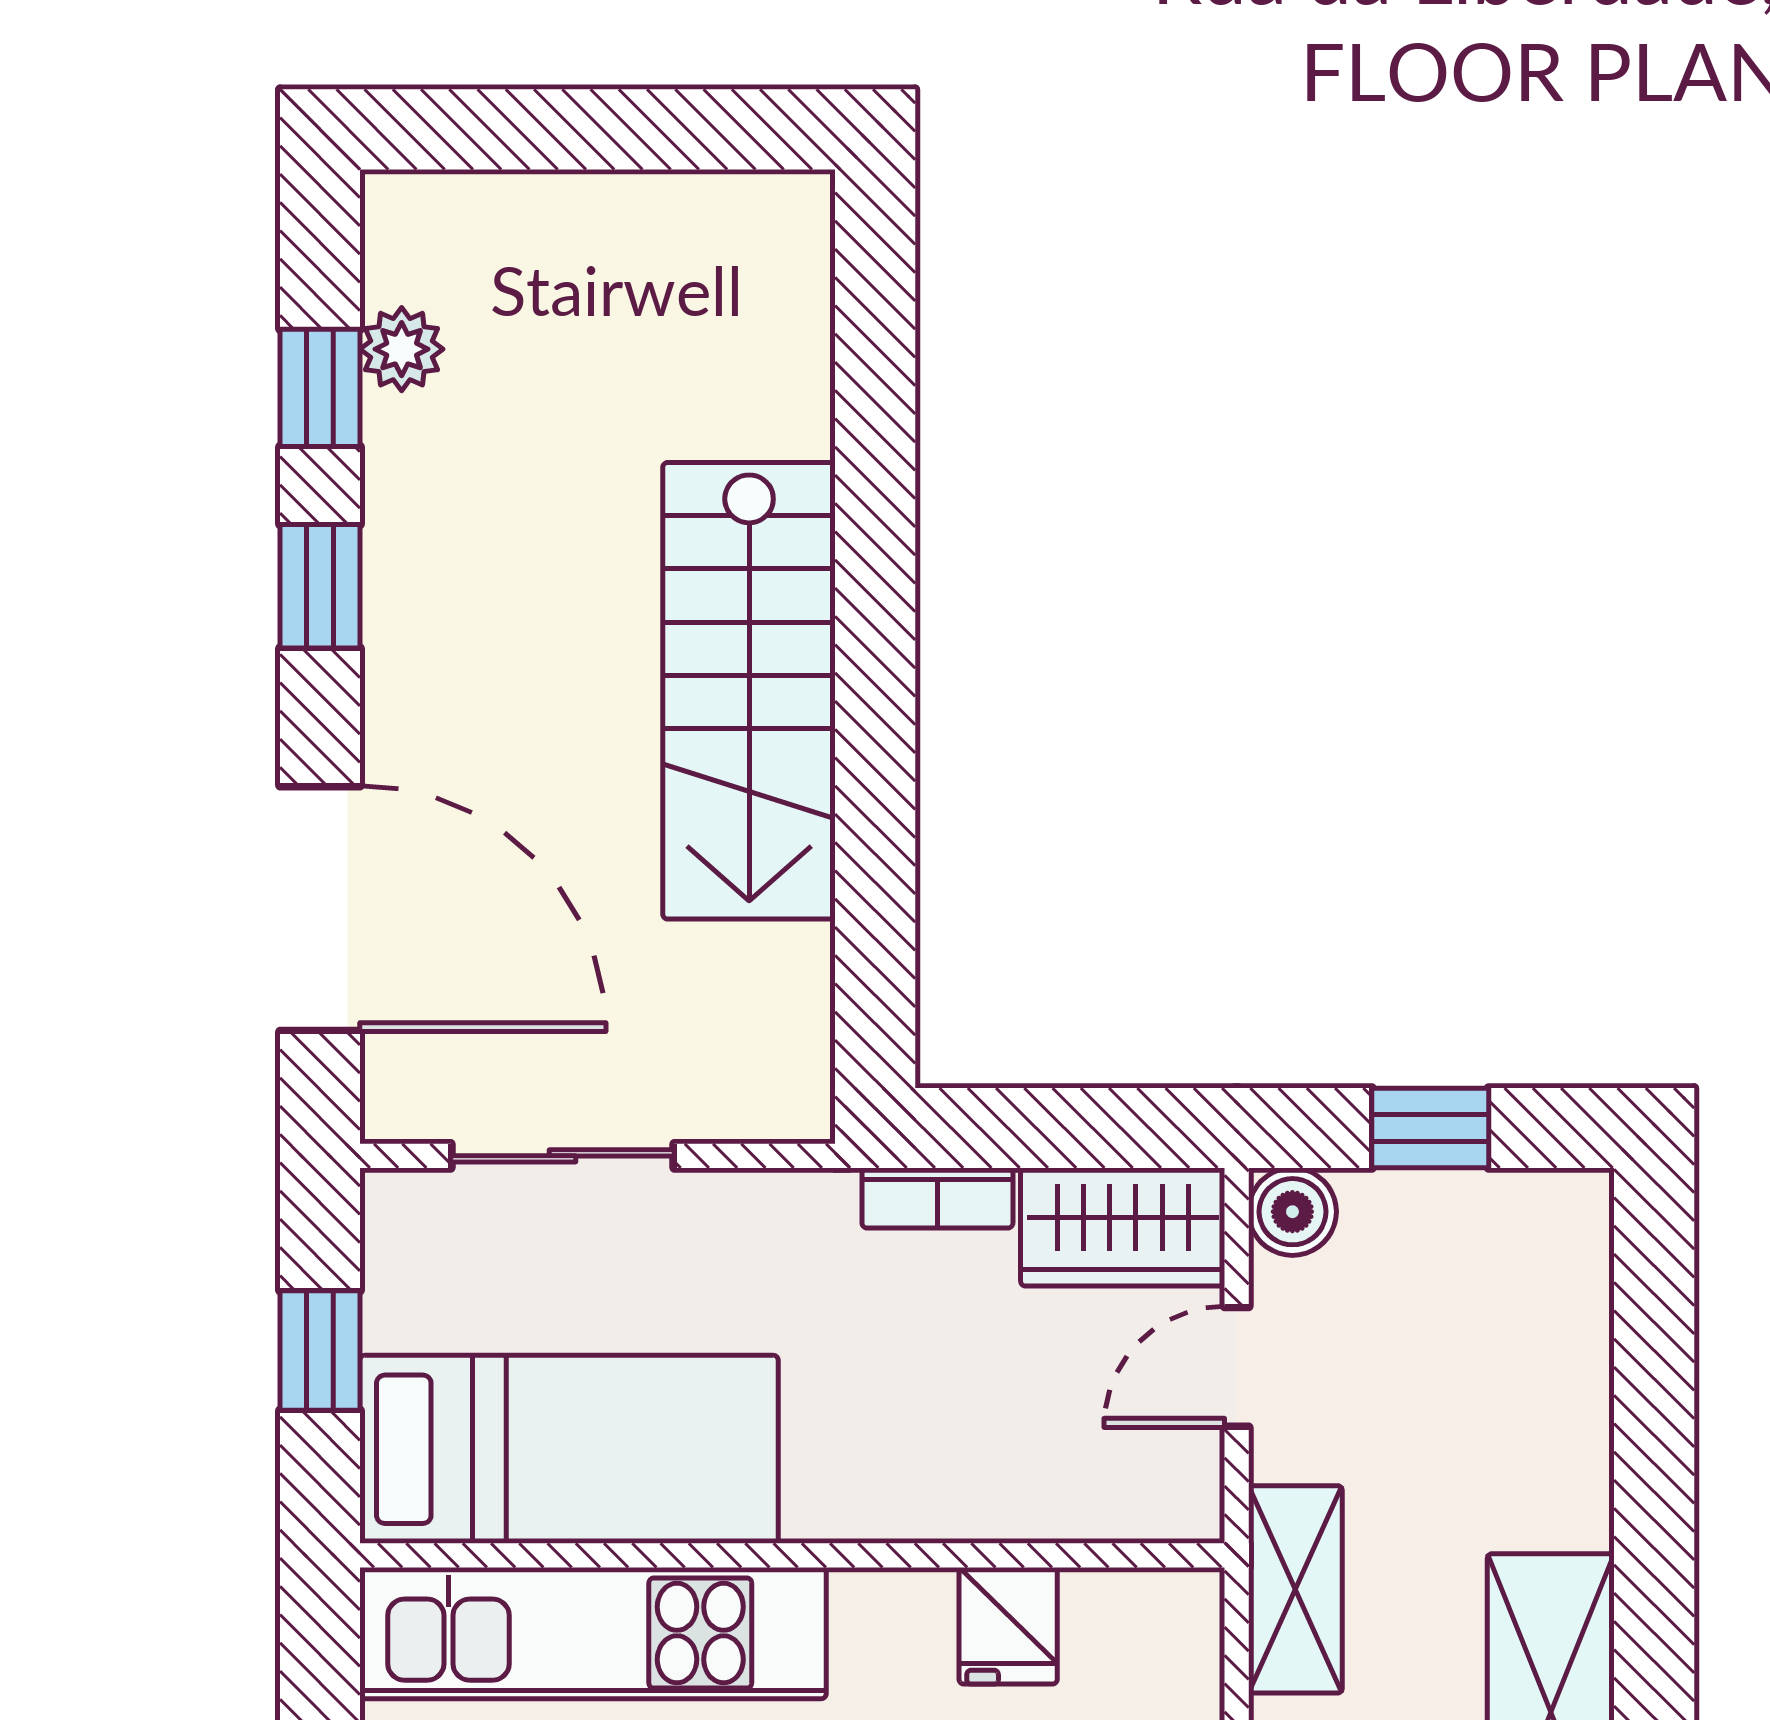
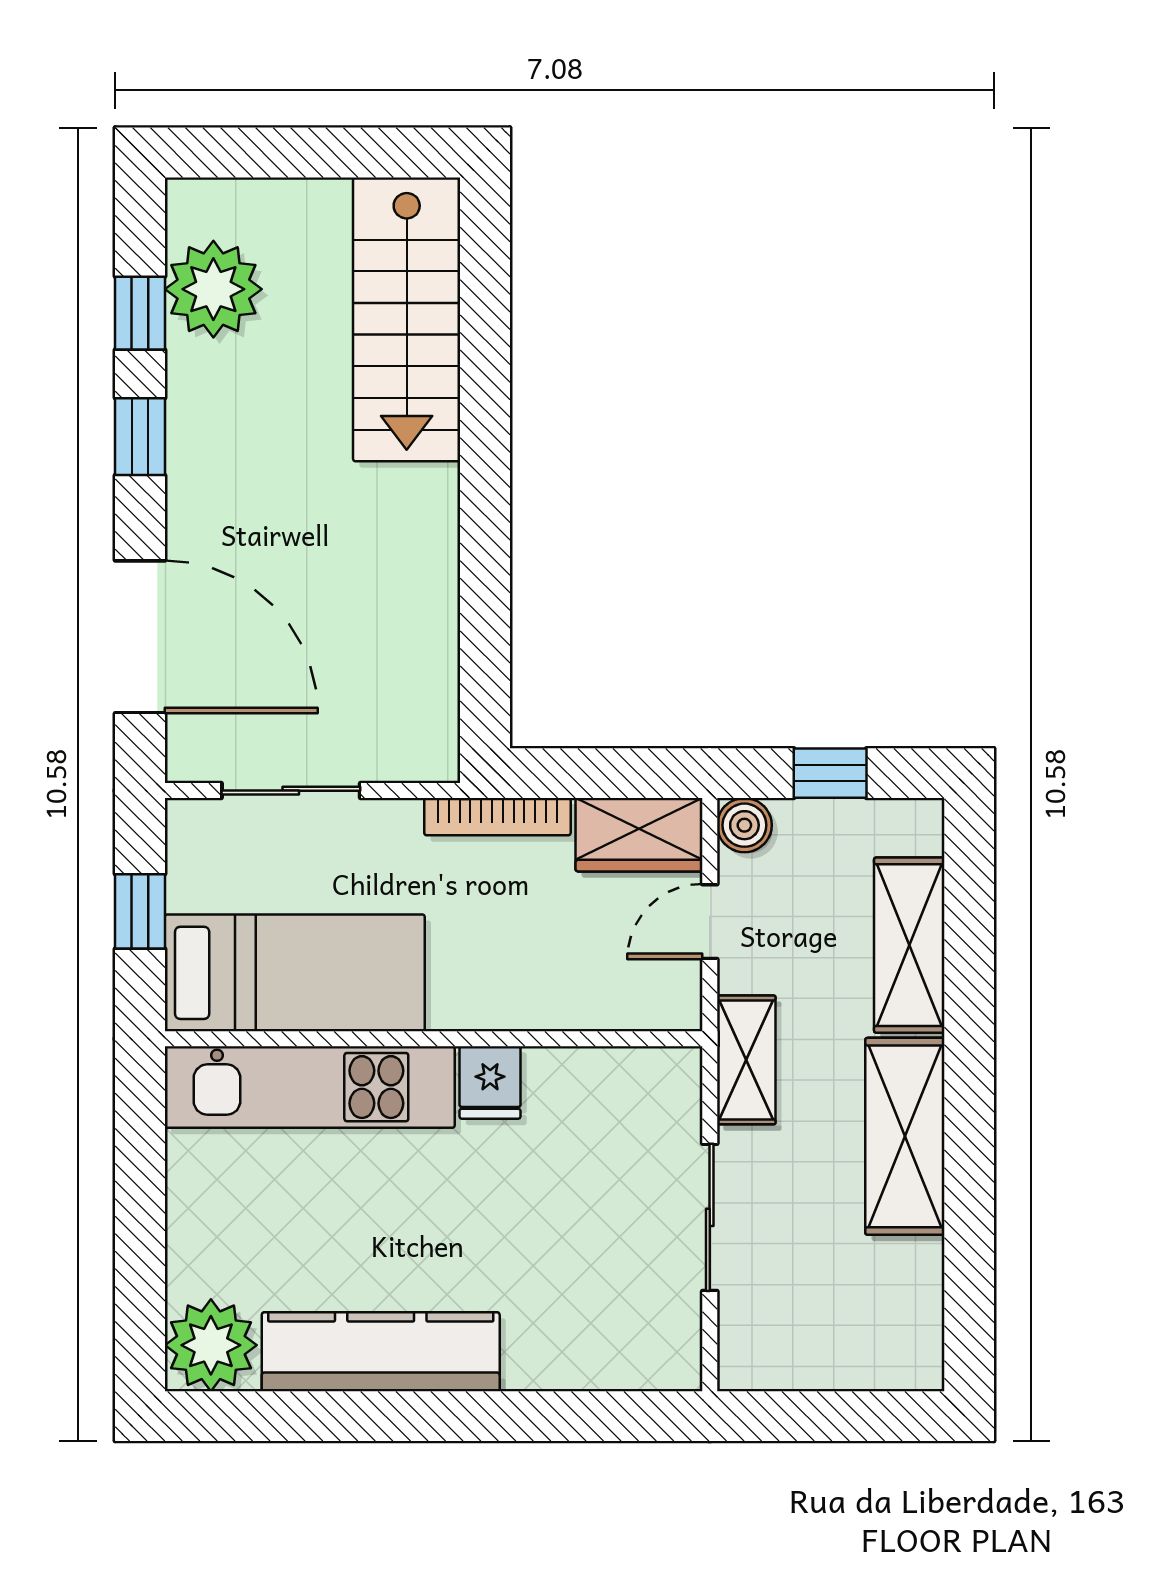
plant: (402, 349) -> (213, 289), width x1.88, depth x1.88
stairs: (749, 691) -> (407, 319), moved
bookcase: (937, 1198) -> (497, 817), width x1.56
shelving: (1558, 1405) -> (909, 945), added
fridge: (1008, 1626) -> (490, 1083), moved

